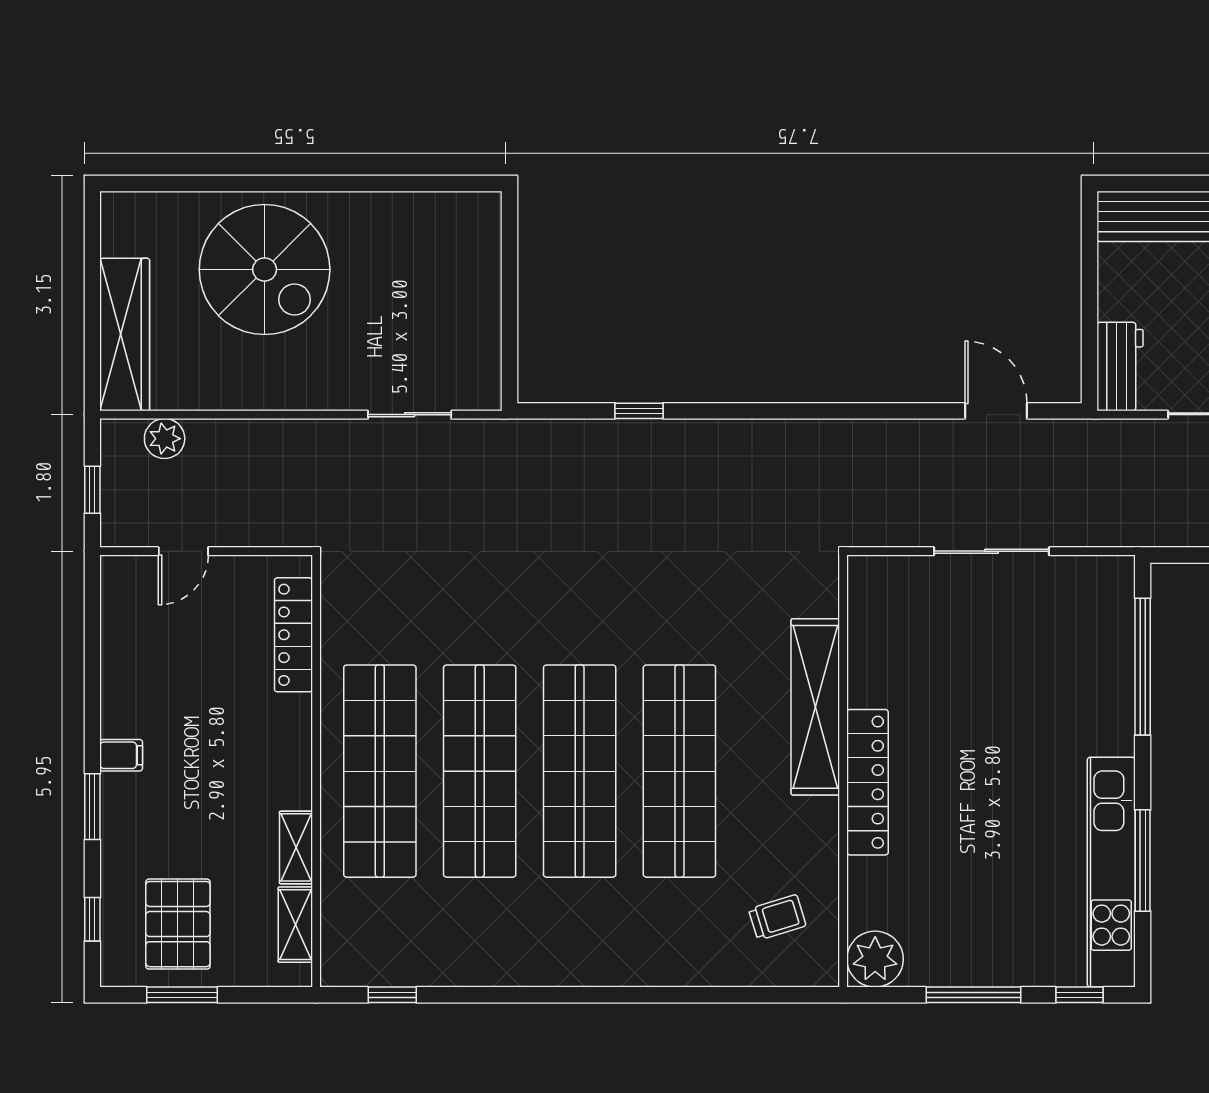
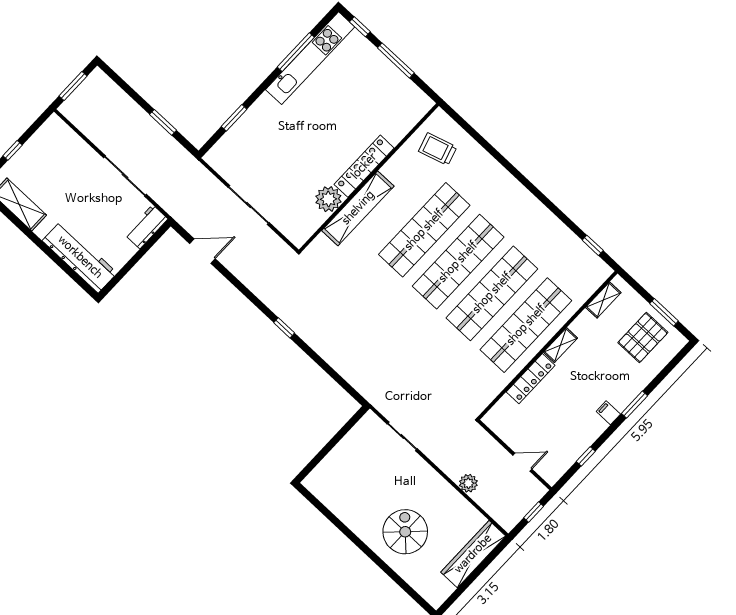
spiral stairs: (265, 270) -> (405, 532), width x0.73, depth x0.73
window: (639, 411) -> (284, 328), moved
door: (996, 411) -> (202, 251), swing flipped
plant: (165, 439) -> (468, 483), moved
locker: (293, 635) -> (531, 379), moved
window: (1143, 667) -> (234, 118), width x0.47
shelving: (296, 847) -> (560, 345), moved
trolley: (777, 917) -> (438, 149), width x1.36, depth x1.39
window: (92, 919) -> (586, 456), moved
plant: (875, 959) -> (328, 199), moved

